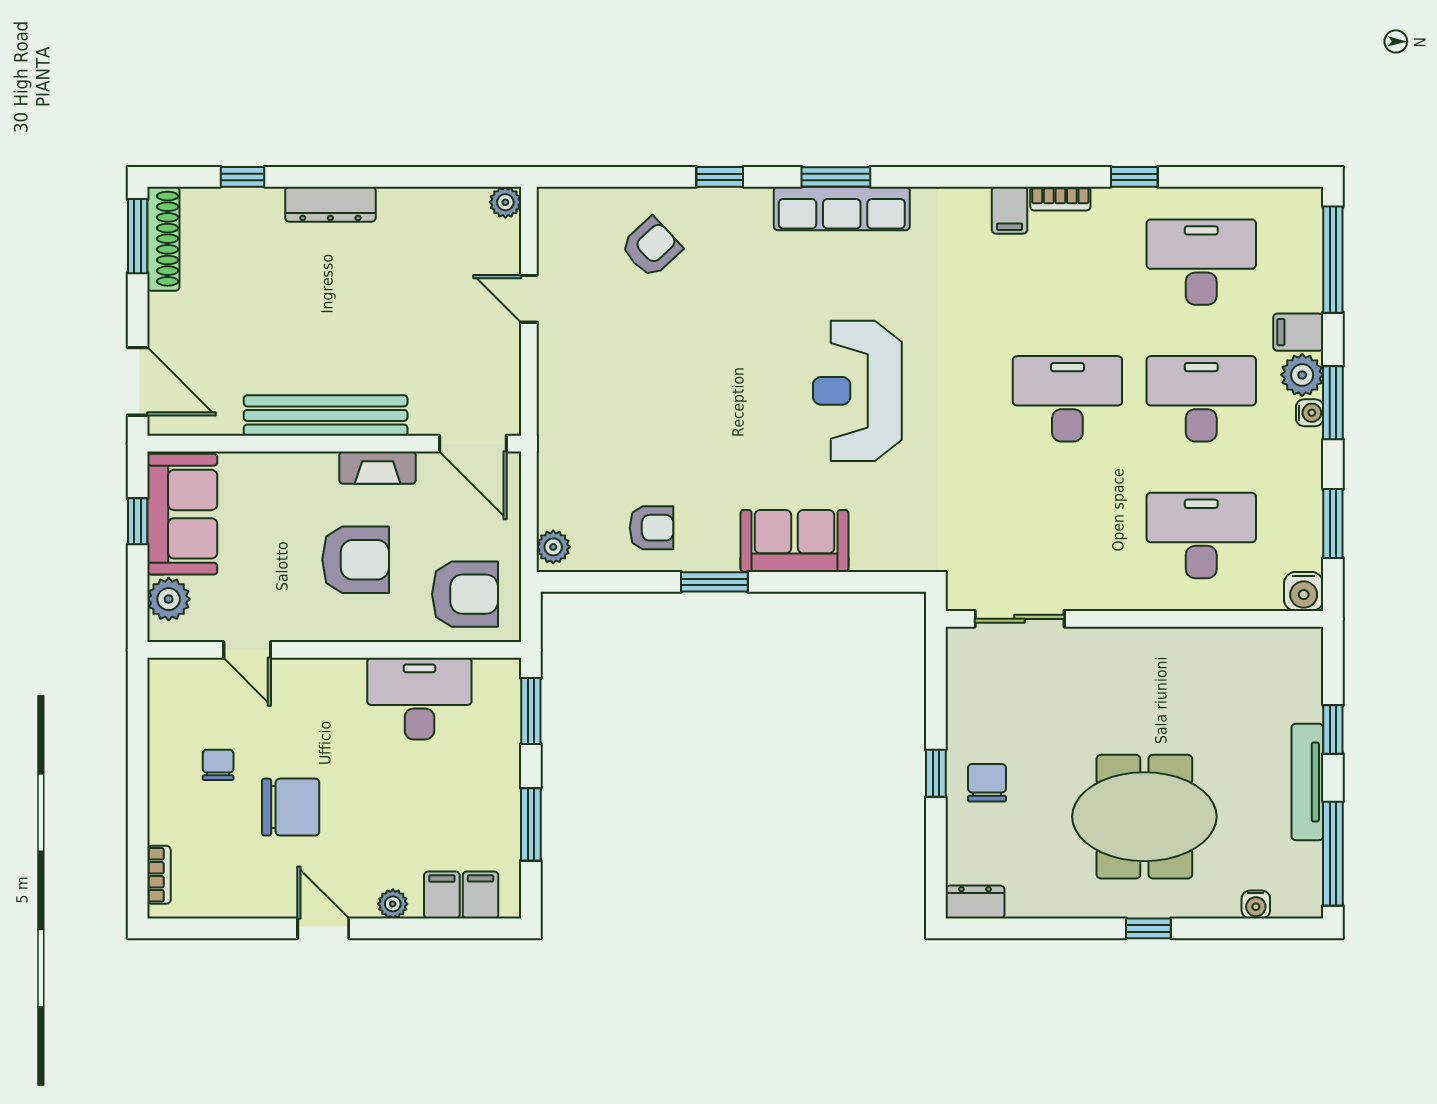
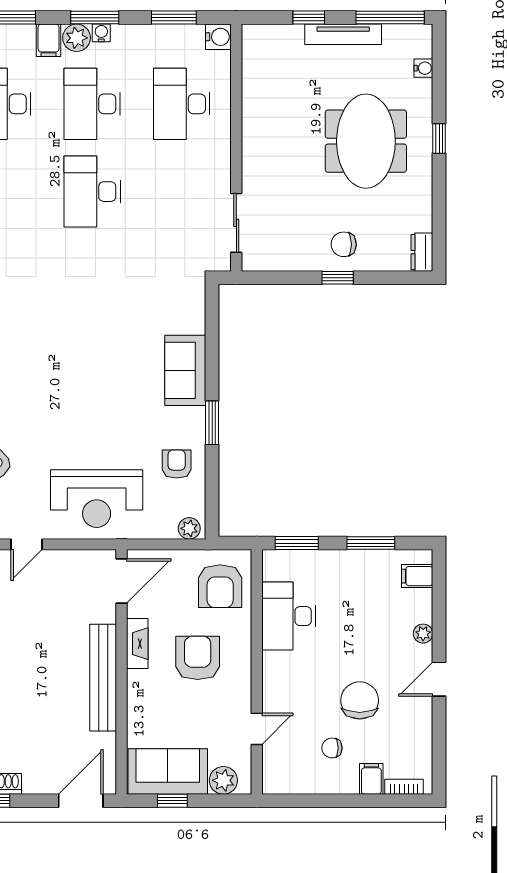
reception desk: (857, 391) -> (97, 499), moved
armchair: (465, 594) -> (220, 586), turned 180
filing cabinet: (442, 895) -> (371, 779), moved, turned 90

